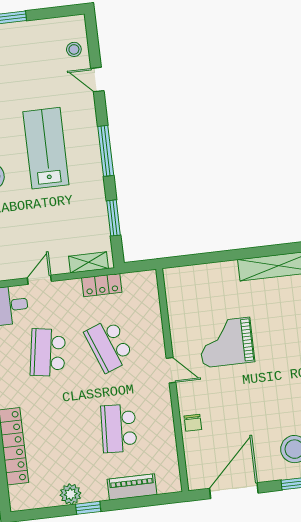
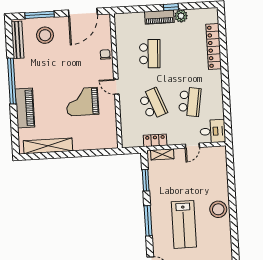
grand piano: (226, 342) -> (82, 102), turned 180
piano: (132, 487) -> (159, 17), moved

